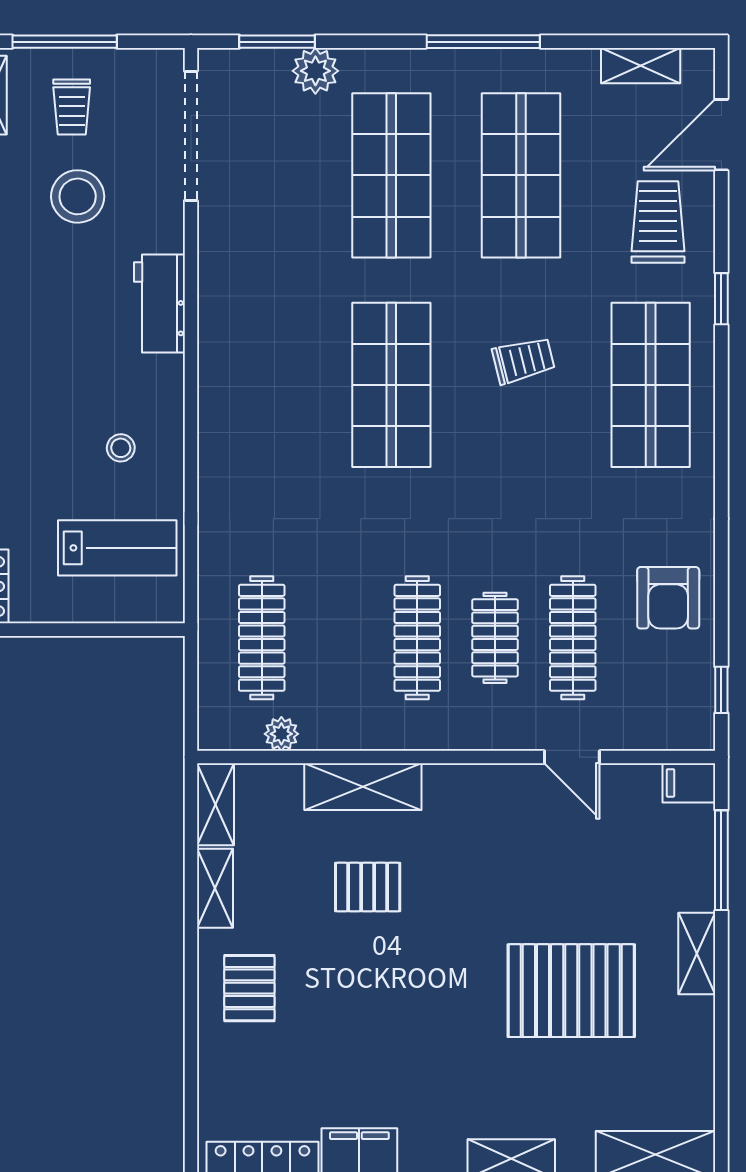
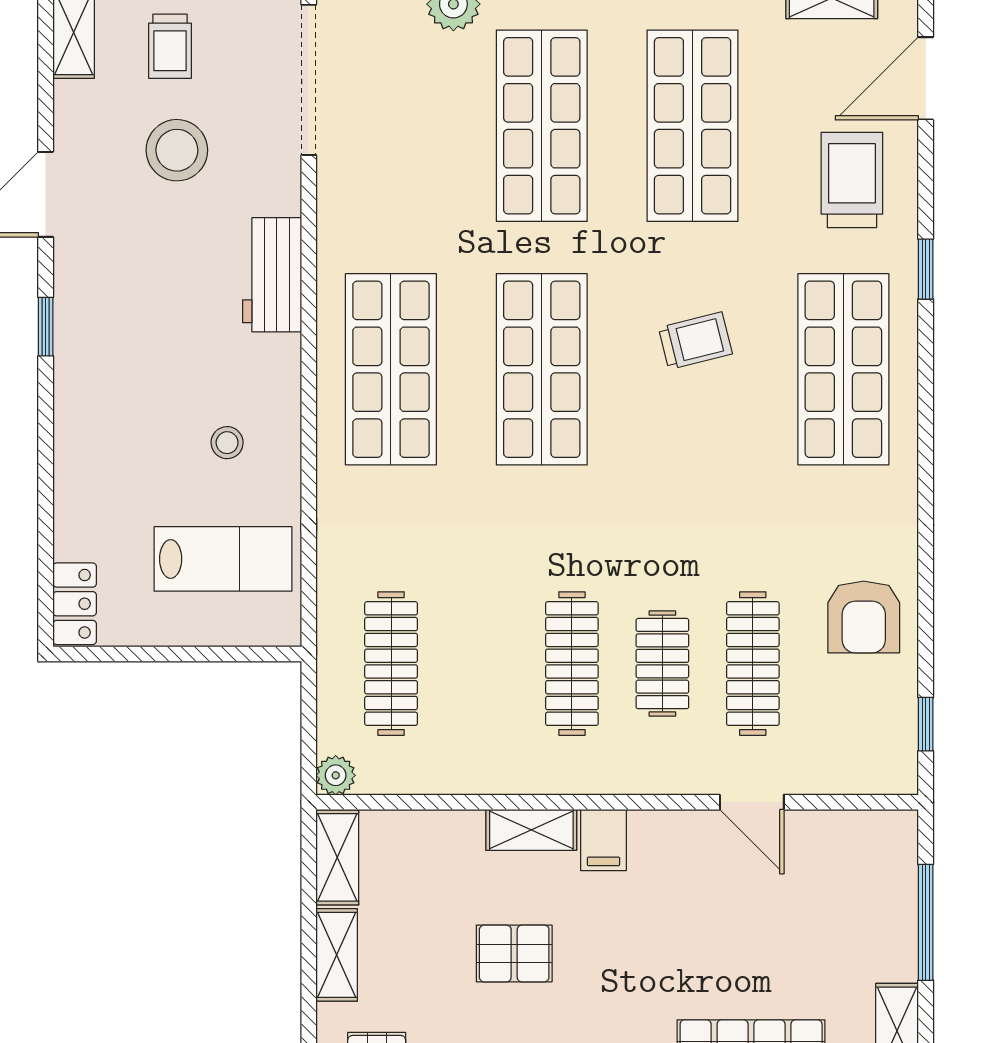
shop shelf: (262, 385) -> (391, 369), added
plant: (281, 734) -> (336, 775), moved
filing cabinet: (689, 783) -> (603, 840), moved, turned -90
shelving: (363, 787) -> (531, 830), width x0.67, depth x0.75

